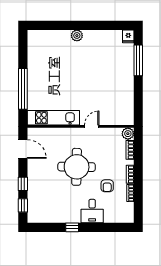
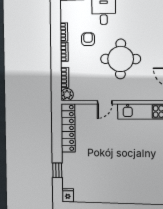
plant: (77, 36) -> (121, 198), removed
window: (138, 60) -> (57, 170), width x0.46
locker: (127, 102) -> (68, 128), added

